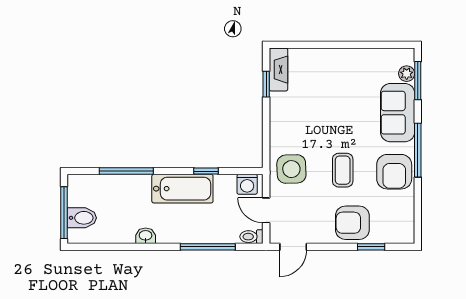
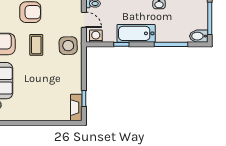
bidet: (82, 218) -> (199, 36), moved

